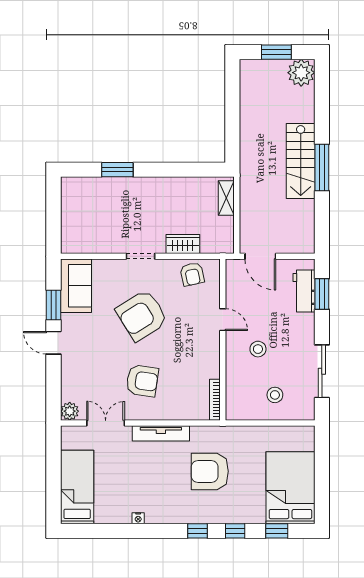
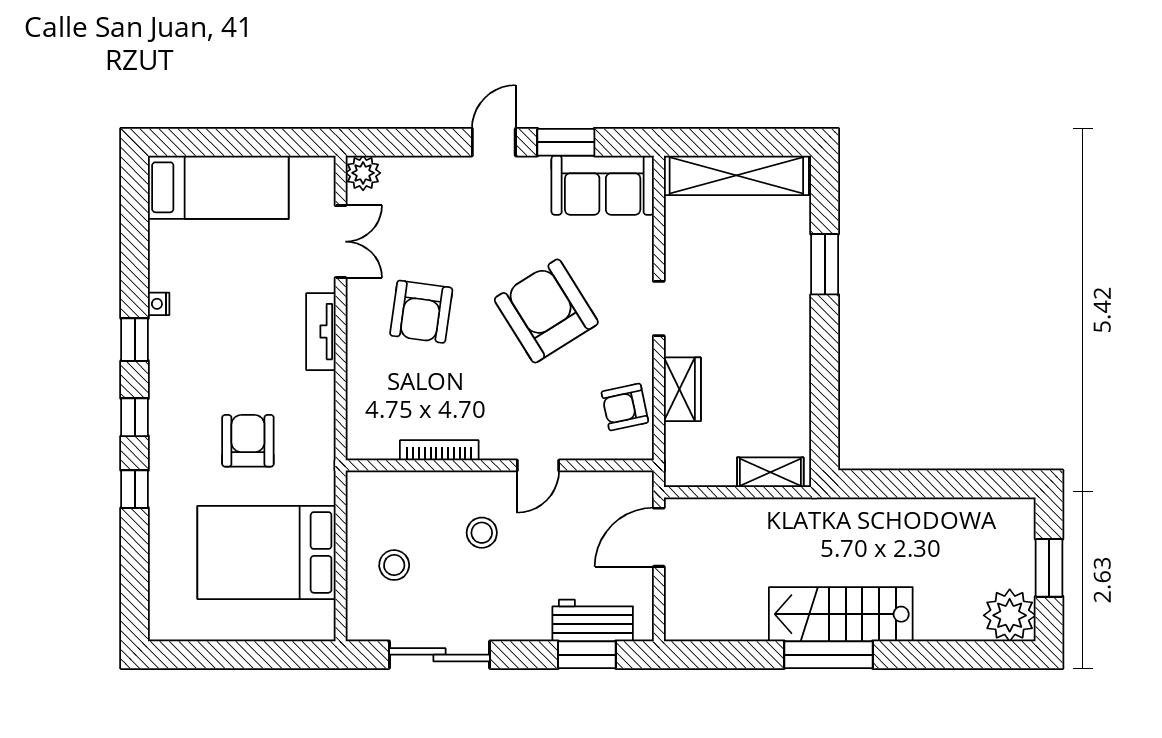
shelving: (71, 216) -> (736, 175), added
bookcase: (215, 400) -> (439, 450), moved
tv unit: (161, 433) -> (321, 332), width x0.71
armchair: (210, 471) -> (248, 441), width x0.73, depth x0.73
bed: (290, 488) -> (267, 552), moved, turned 180
window: (277, 531) -> (135, 340), moved

